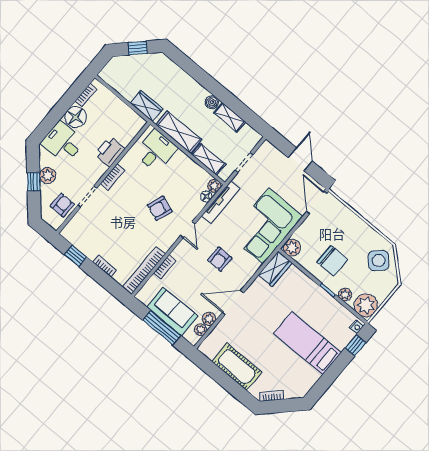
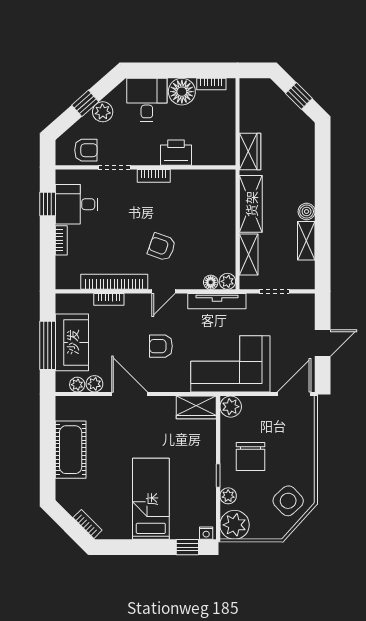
desk: (156, 151) -> (77, 204), moved, turned 180
bookcase: (144, 270) -> (114, 282), moved
bookcase: (272, 396) -> (88, 524), moved

